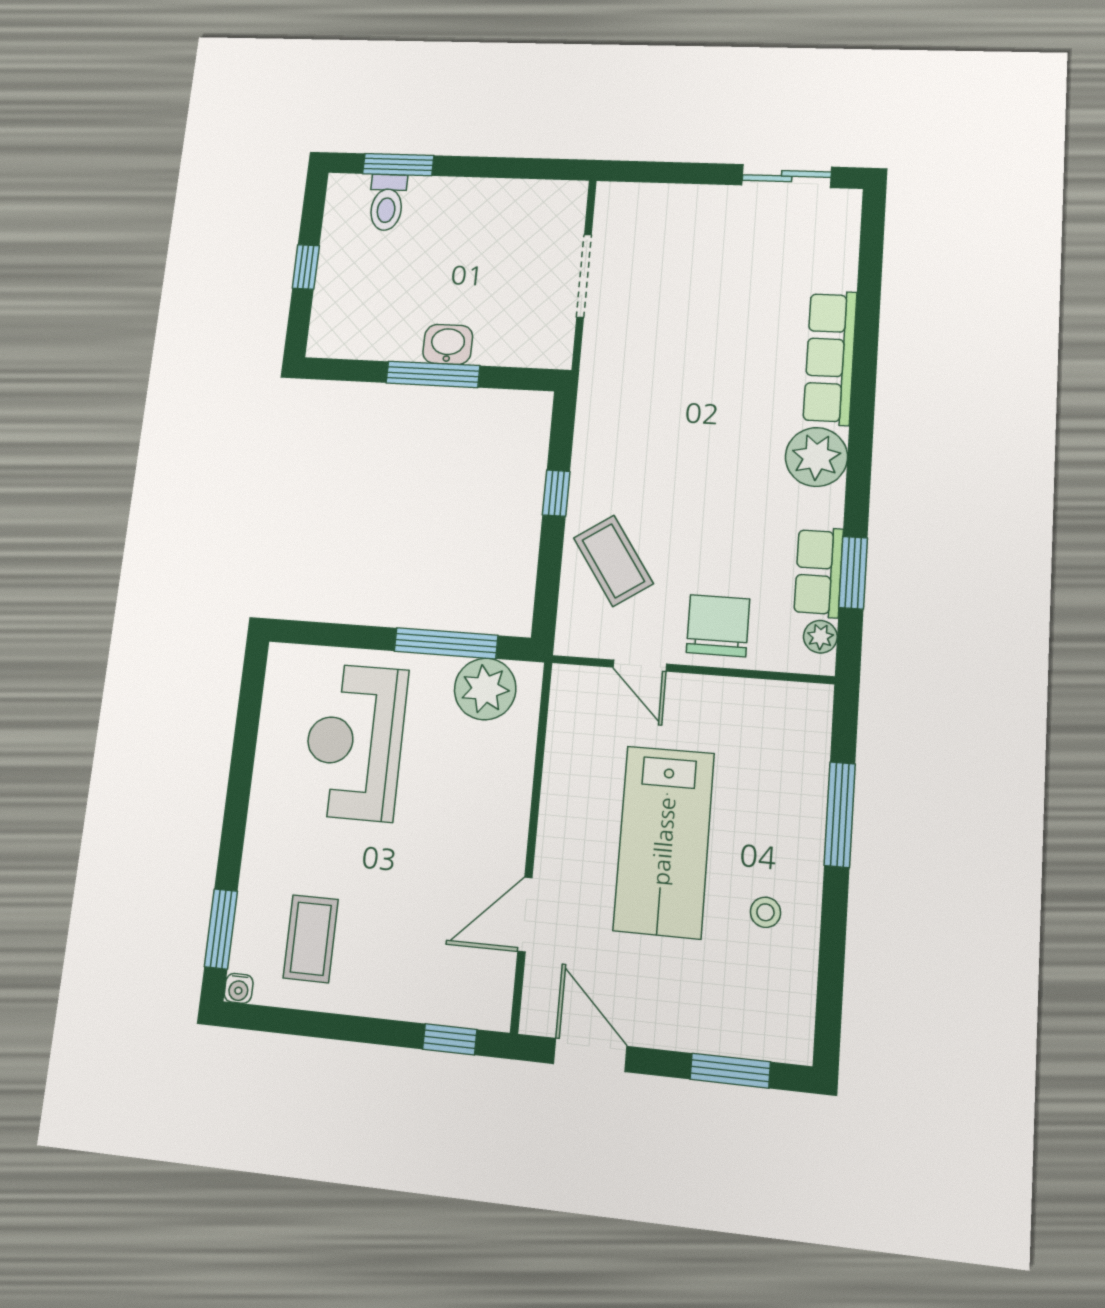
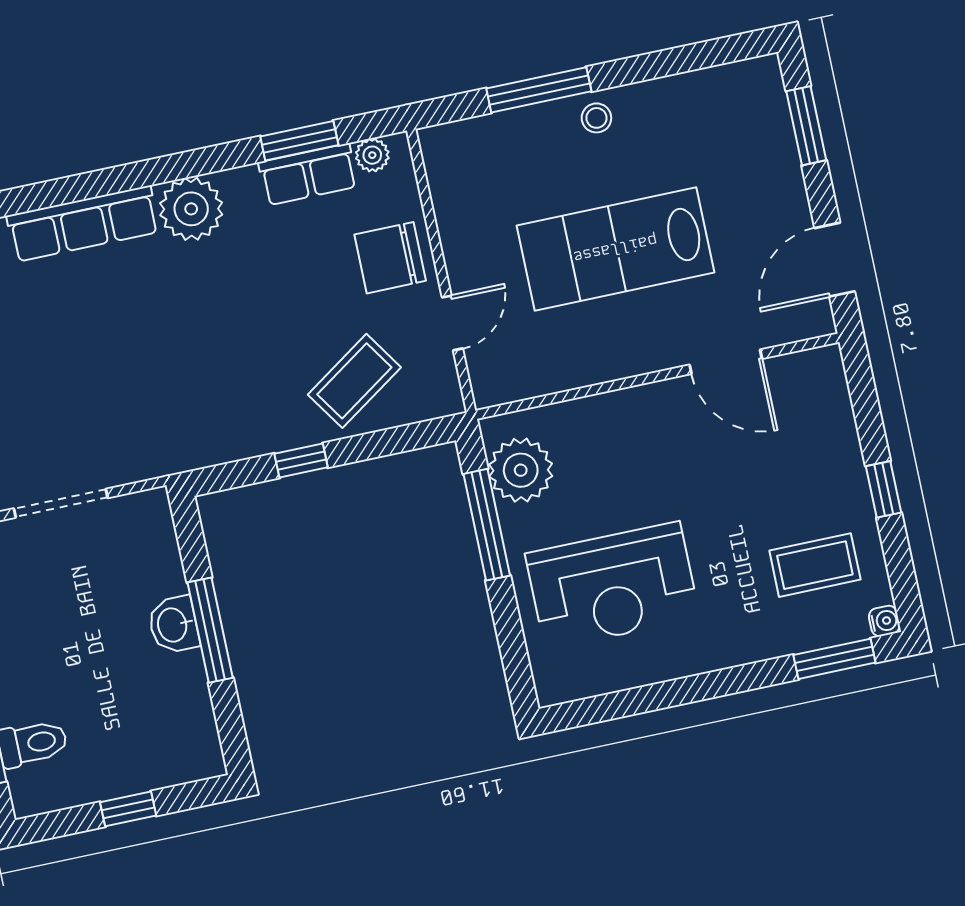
lab bench: (664, 841) -> (615, 249), turned 180
stool: (765, 912) -> (596, 118), moved
window: (450, 1039) -> (884, 489), moved

